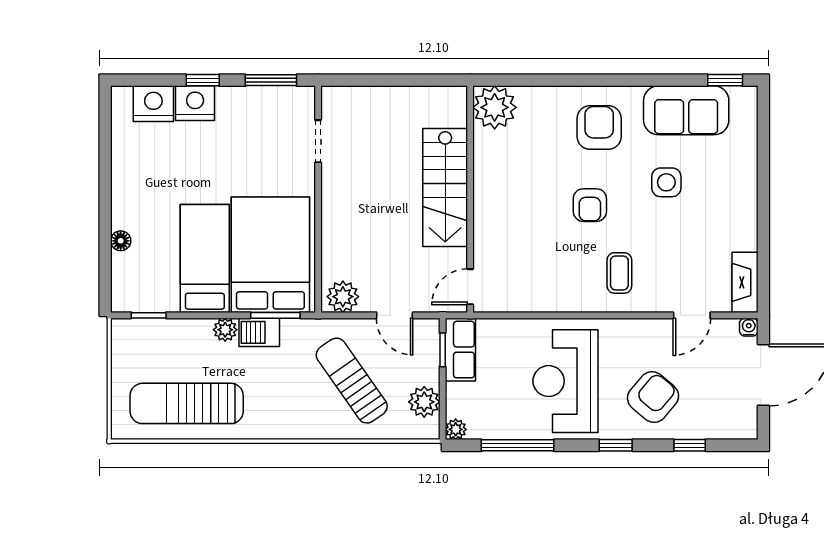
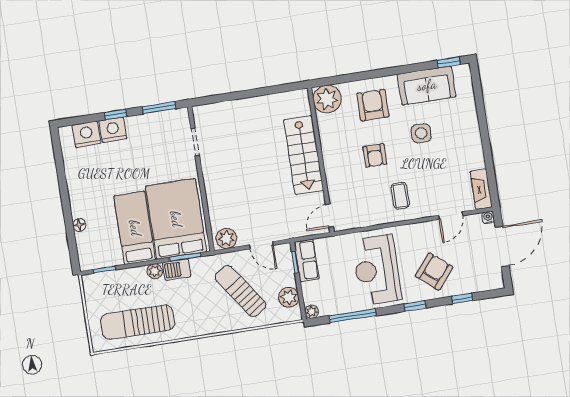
plant: (495, 107) -> (327, 99), moved
stairs: (445, 188) -> (304, 155), moved
wall: (470, 199) -> (321, 160), moved
door: (470, 287) -> (329, 216), moved

